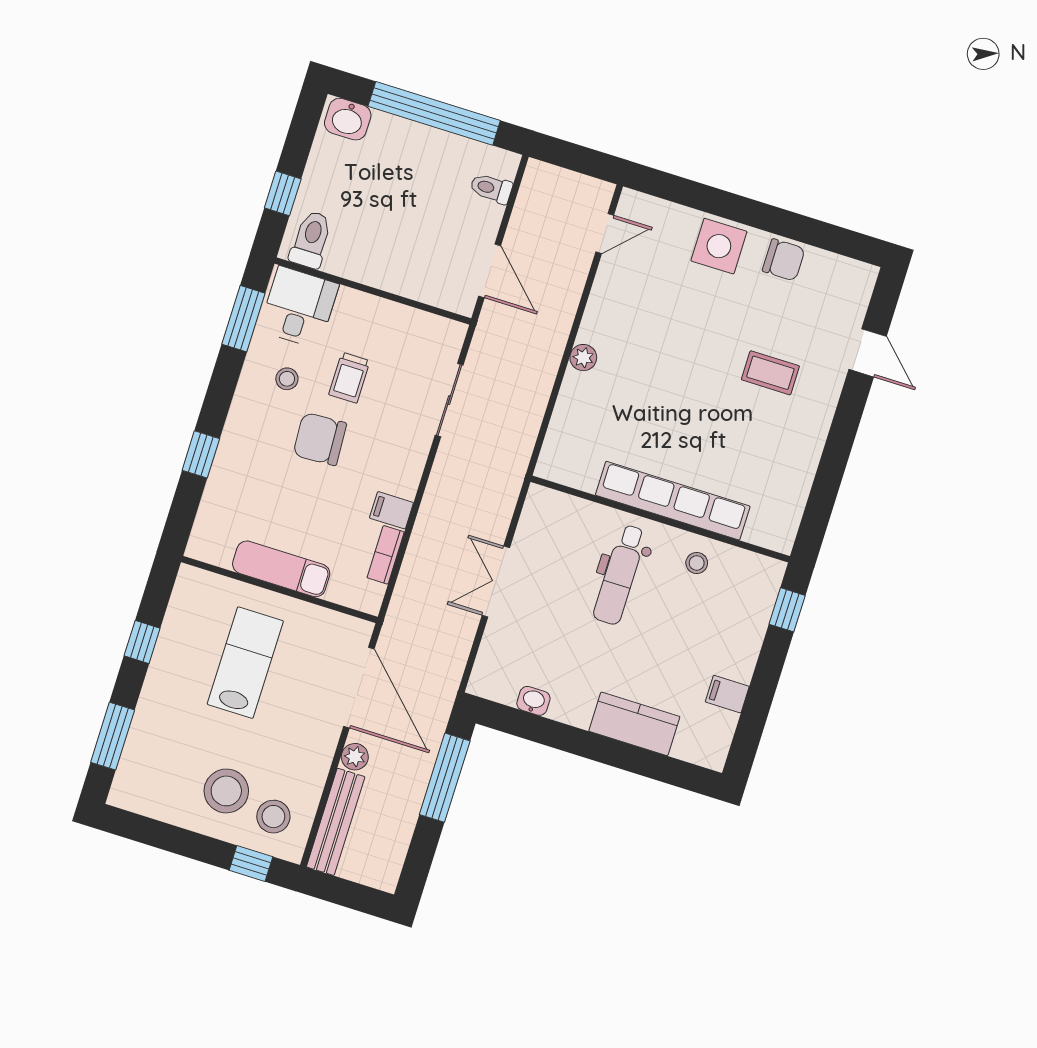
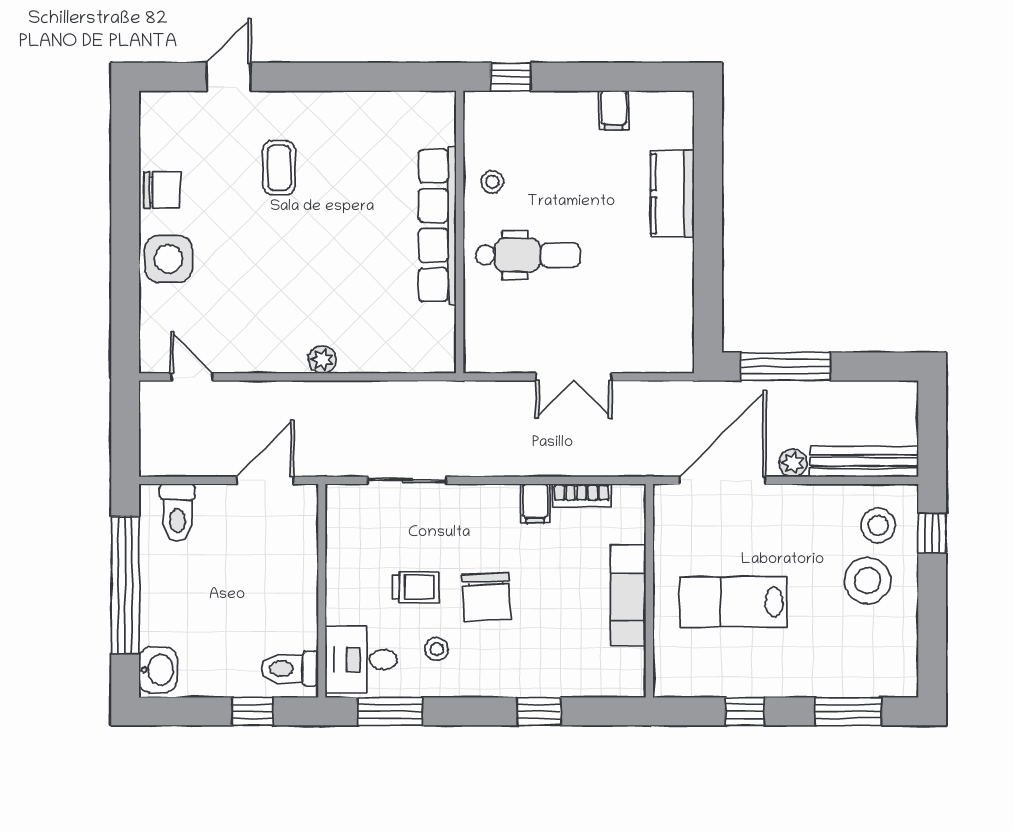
toilet: (491, 188) -> (177, 513), width x1.37, depth x1.39
chair: (784, 260) -> (162, 190), turned 90
washbasin: (533, 701) -> (681, 302), removed

